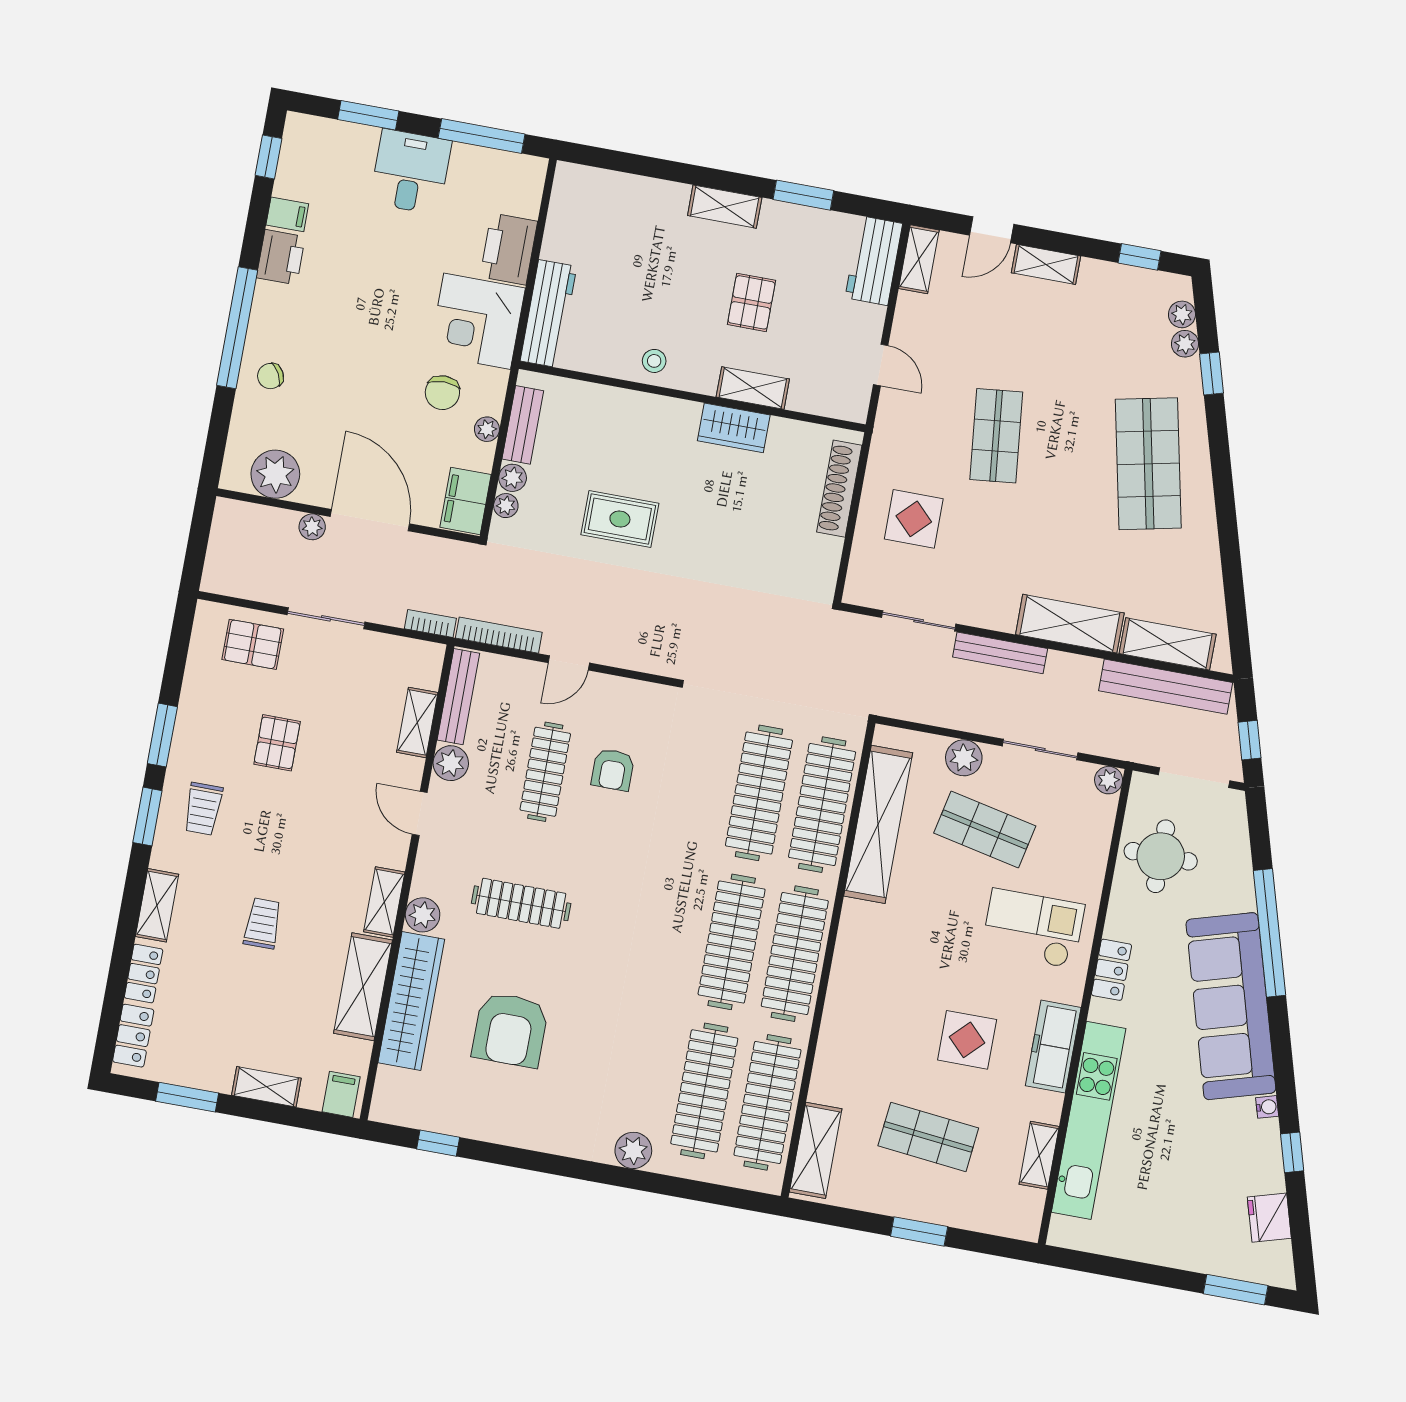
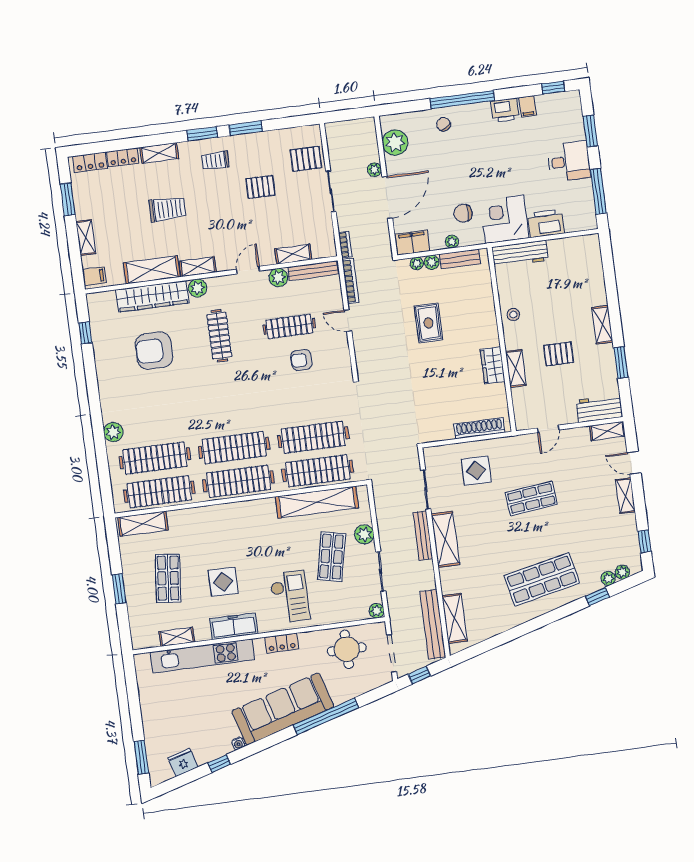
shelving: (1070, 624) -> (445, 539), moved
pallet: (253, 644) -> (306, 159), turned 90
trolley: (263, 923) -> (167, 209), width x1.36, depth x1.39

